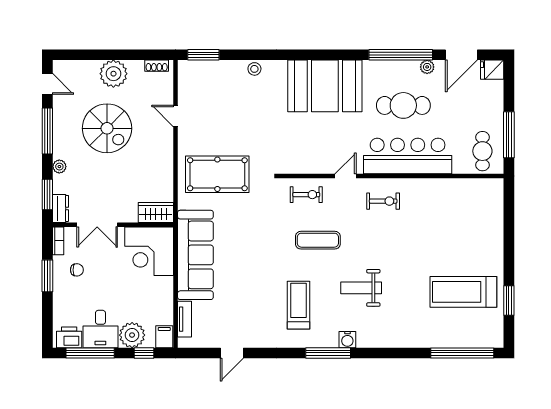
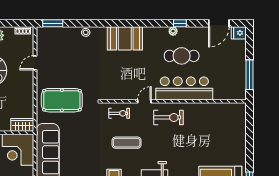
window: (401, 55) -> (180, 23), width x0.32
plant: (427, 67) -> (173, 31), moved
booth: (325, 86) -> (125, 38), width x0.73, depth x0.70
door: (176, 116) -> (35, 63), hinge flipped
cafe table: (482, 151) -> (233, 85), removed
exercise bike: (383, 201) -> (169, 117), width x1.38, depth x1.39

